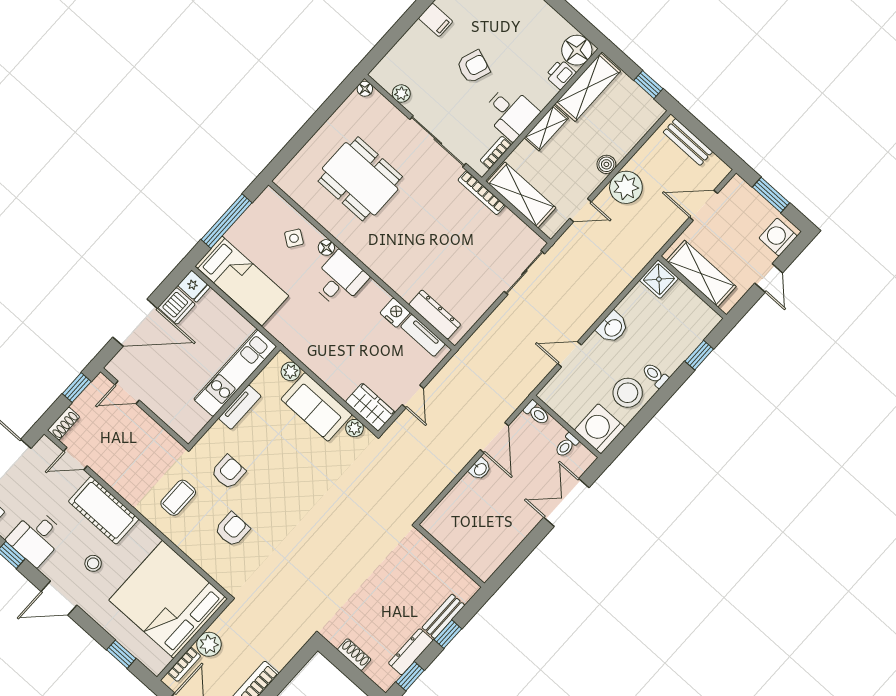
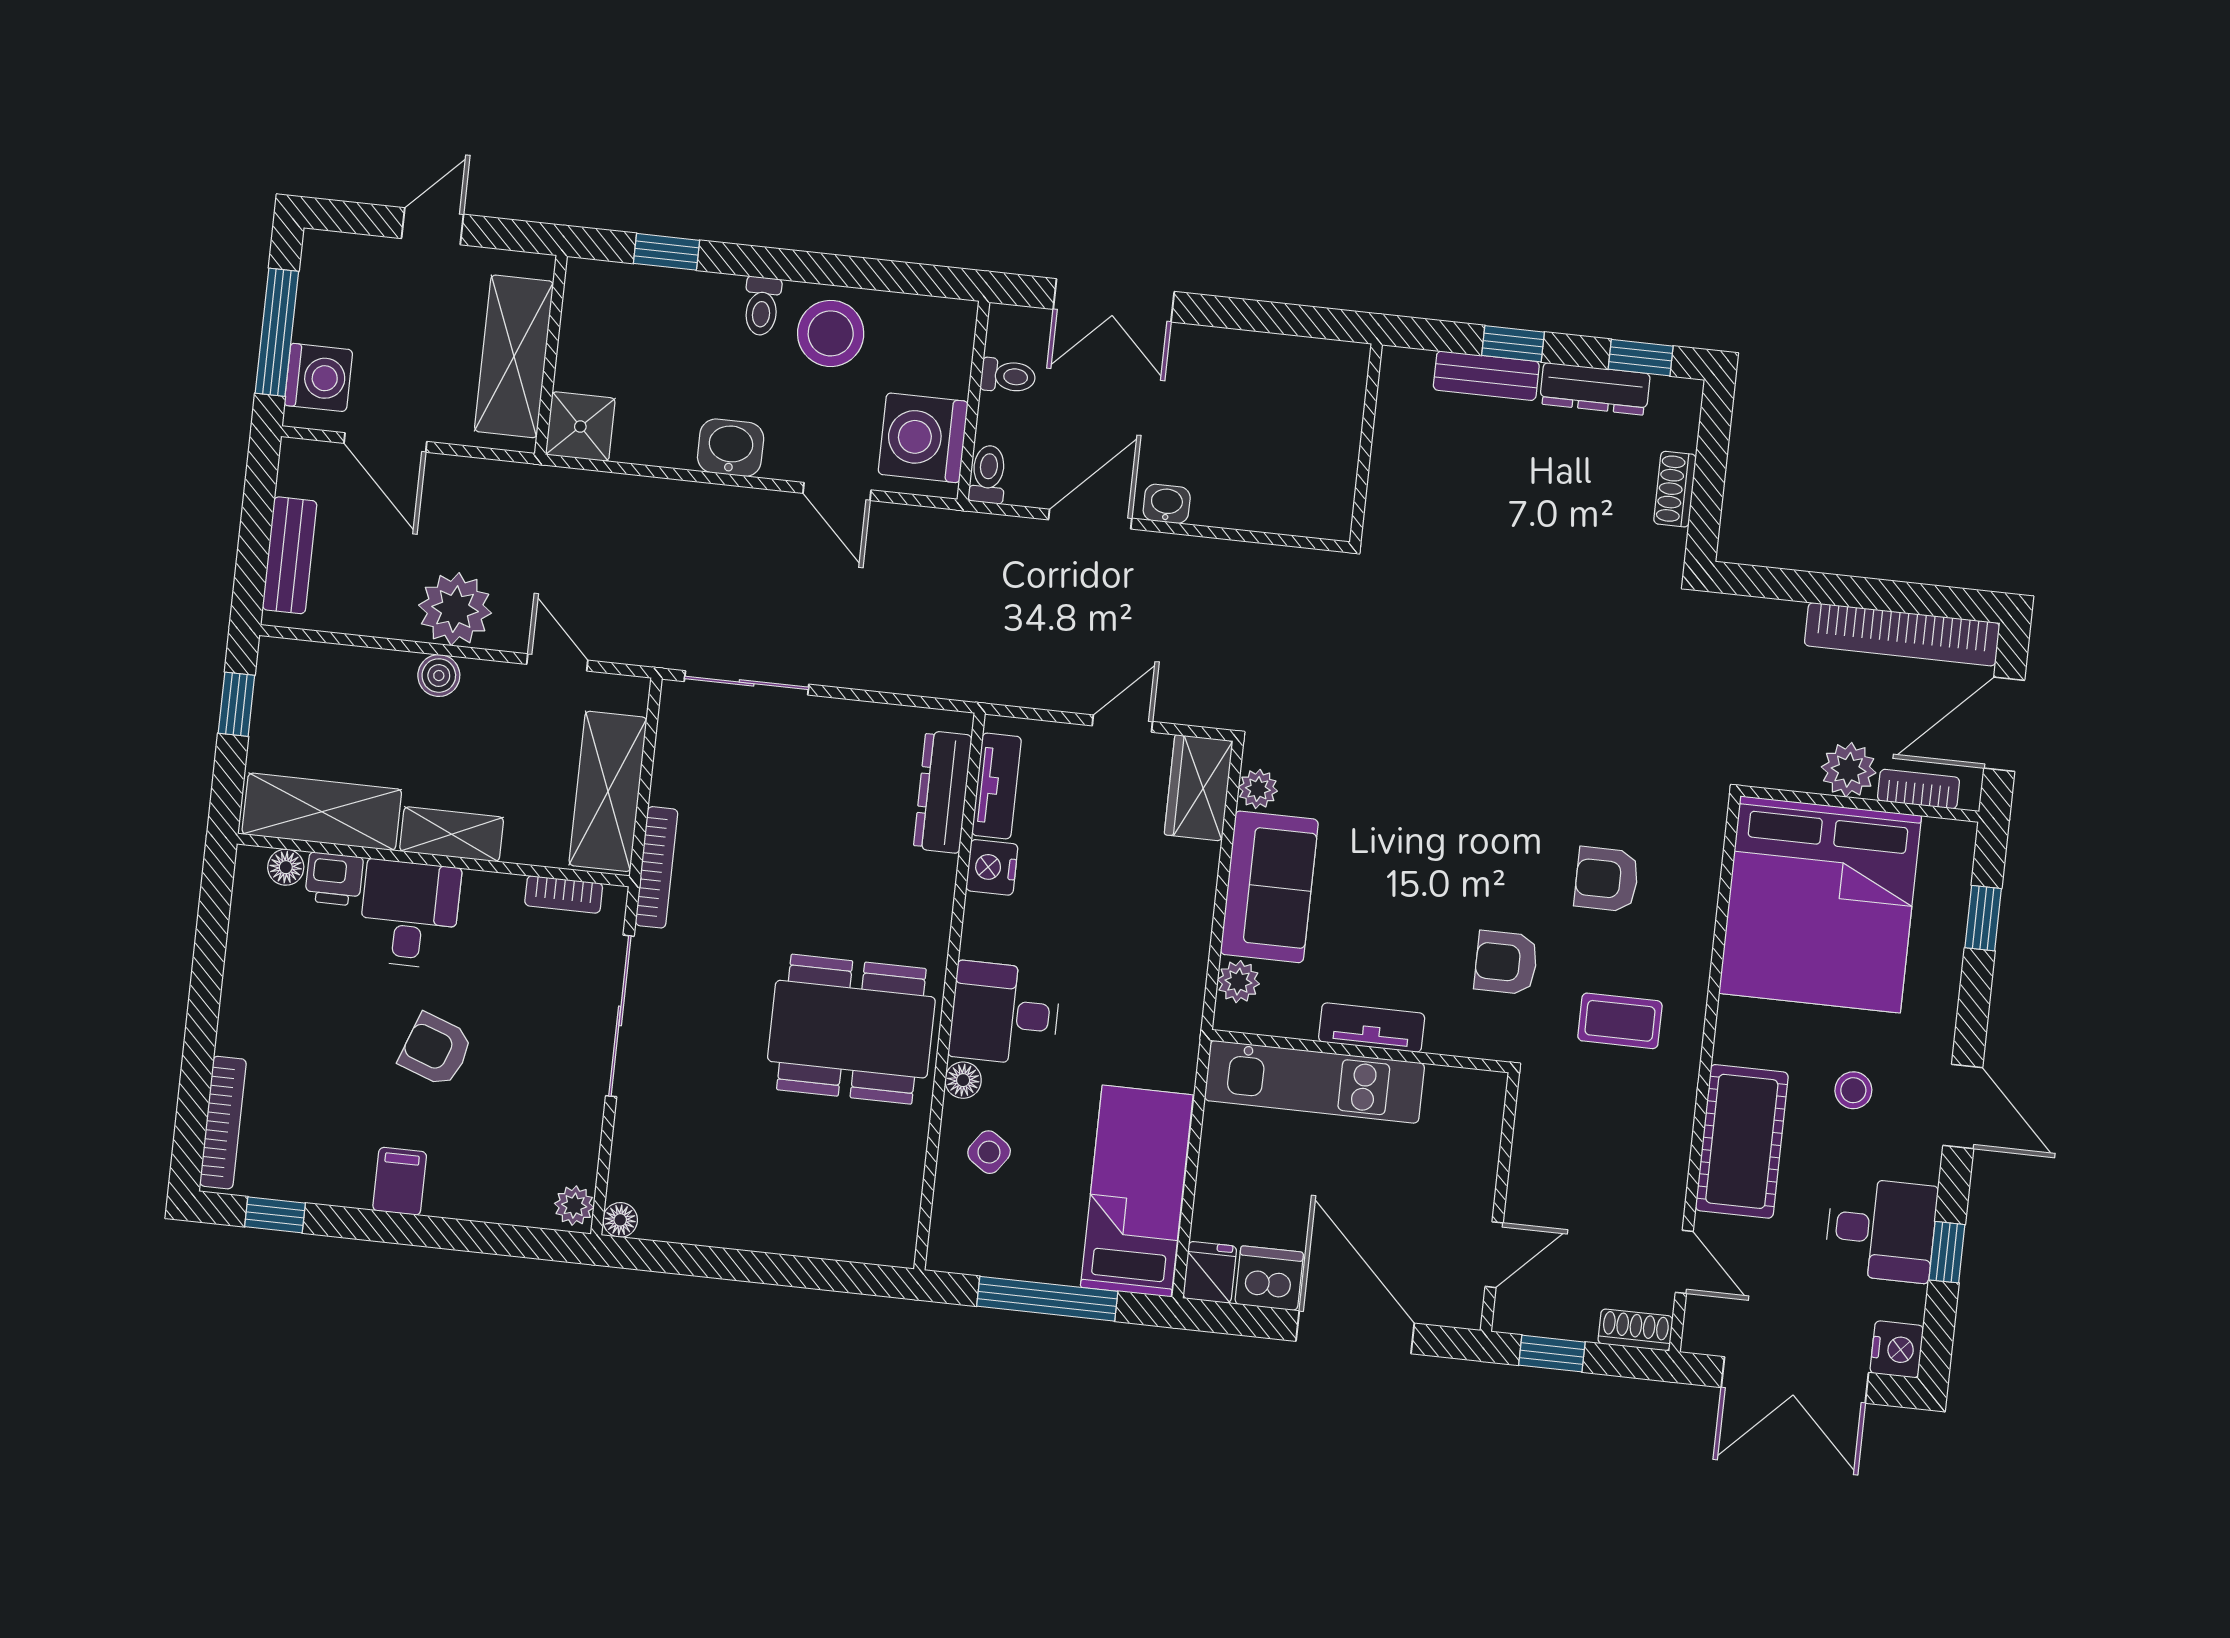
floor lamp: (577, 50) -> (286, 867), width x0.53, depth x0.53
plant: (401, 94) -> (574, 1206), moved
desk: (510, 112) -> (409, 914), moved
dining table: (360, 179) -> (851, 1029), moved, turned 90
window: (771, 195) -> (277, 332), width x1.44
washing machine: (778, 237) -> (318, 378), moved, turned -90
door: (127, 392) -> (1494, 1255), hinge flipped
washing machine: (600, 429) -> (923, 438), moved, turned 90

